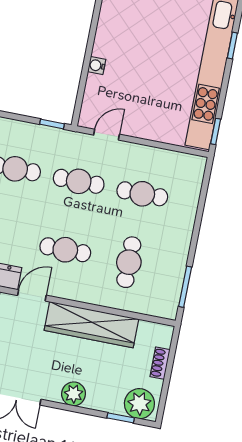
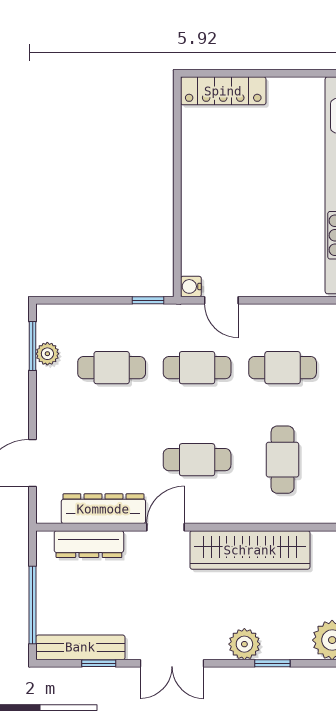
water cooler: (97, 65) -> (191, 286), moved
door: (107, 135) -> (221, 300), swing flipped
window: (121, 418) -> (272, 663), moved

